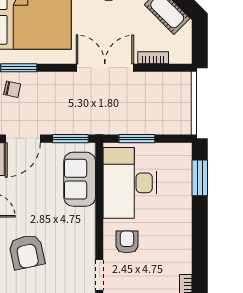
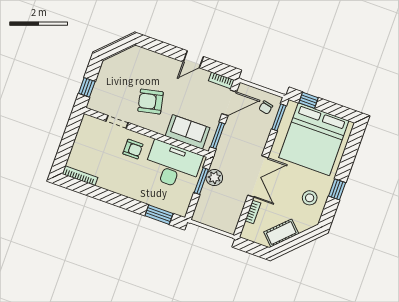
plant: (126, 123) -> (214, 178), added
door: (23, 139) -> (229, 103), swing flipped
armchair: (27, 252) -> (150, 102), moved

